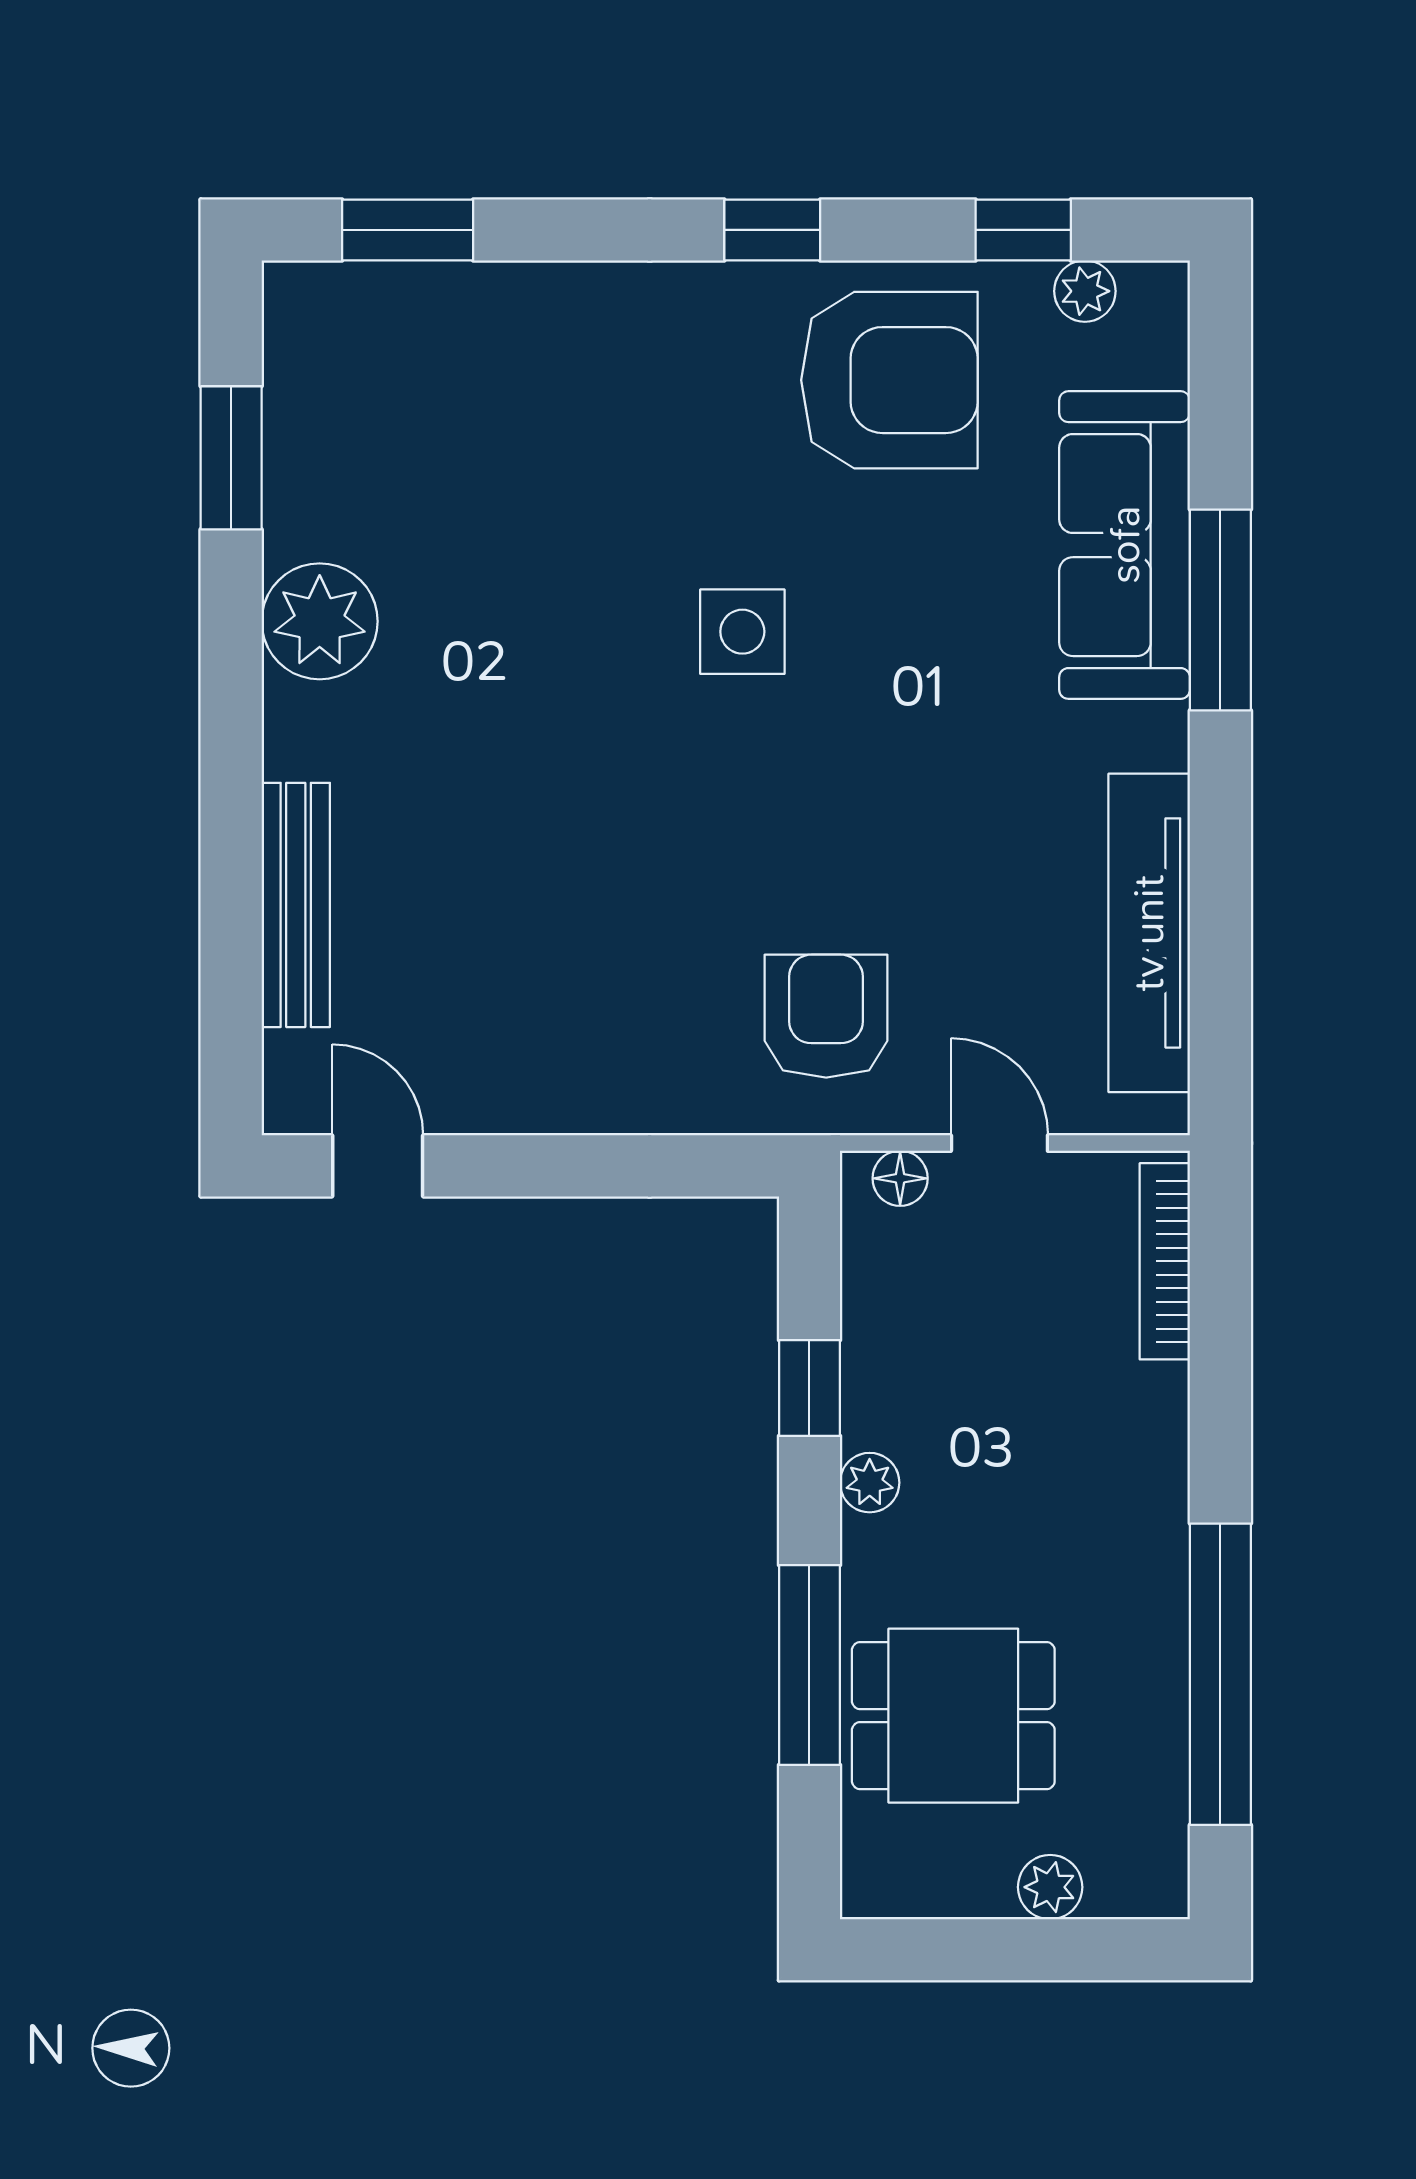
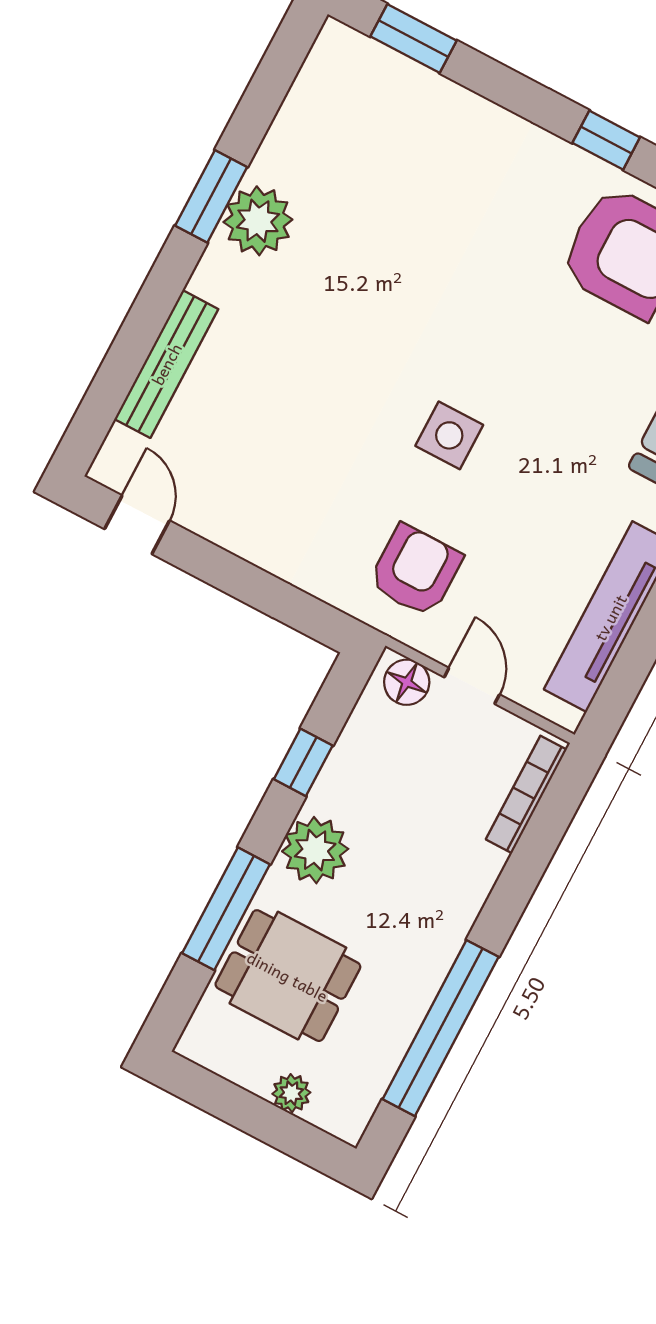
window: (231, 458) -> (211, 196), moved
side table: (742, 632) -> (449, 435), moved
floor lamp: (900, 1178) -> (407, 682), width x1.37, depth x1.37
plant: (870, 1483) -> (315, 850), width x1.87, depth x1.87

